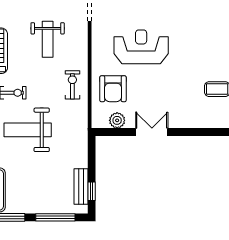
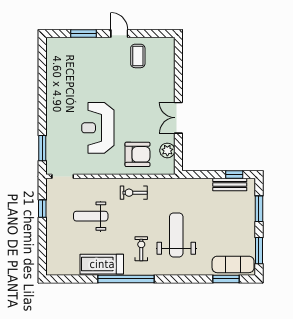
weight bench: (48, 39) -> (91, 216), turned 180
weight bench: (28, 130) -> (176, 235), turned 180
window: (55, 217) -> (259, 209), width x0.69

